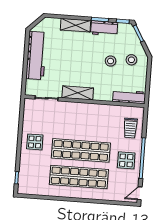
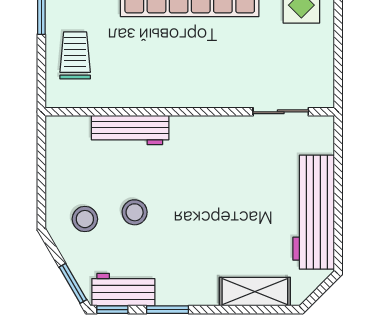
shelving: (76, 25) -> (255, 292), moved
workbench: (104, 28) -> (123, 290), moved
shelving: (78, 93) -> (208, 130), removed
workbench: (129, 97) -> (130, 130), moved

